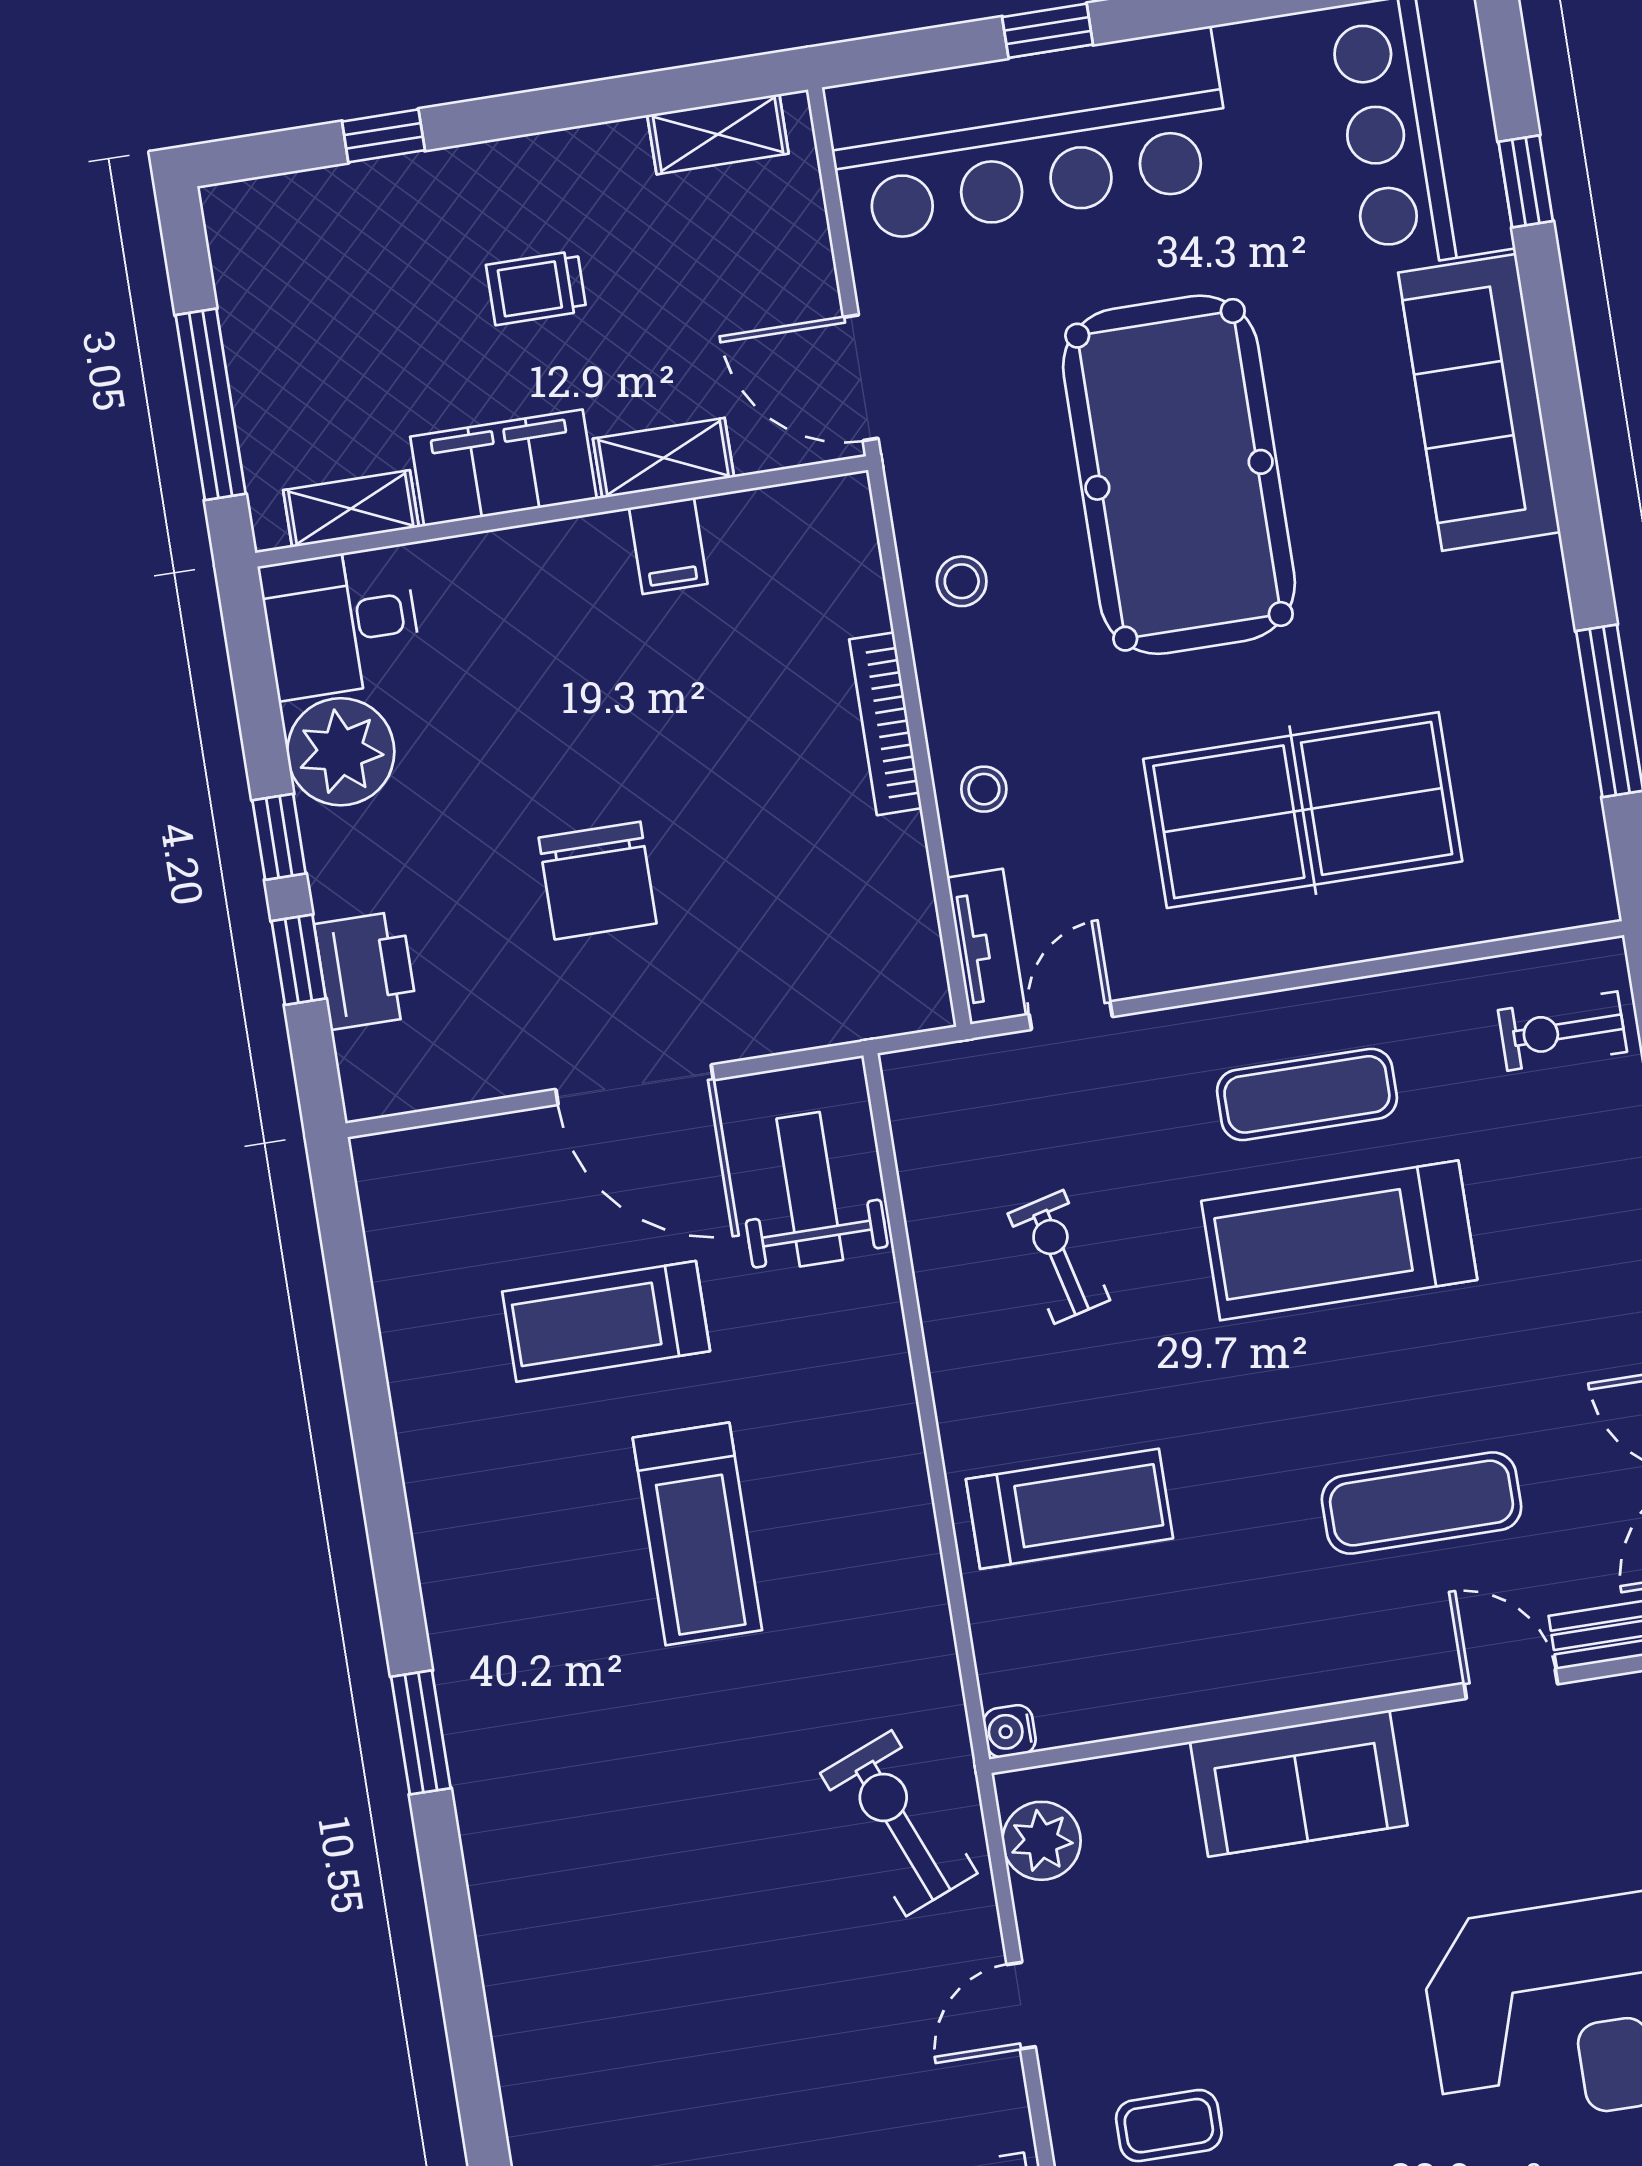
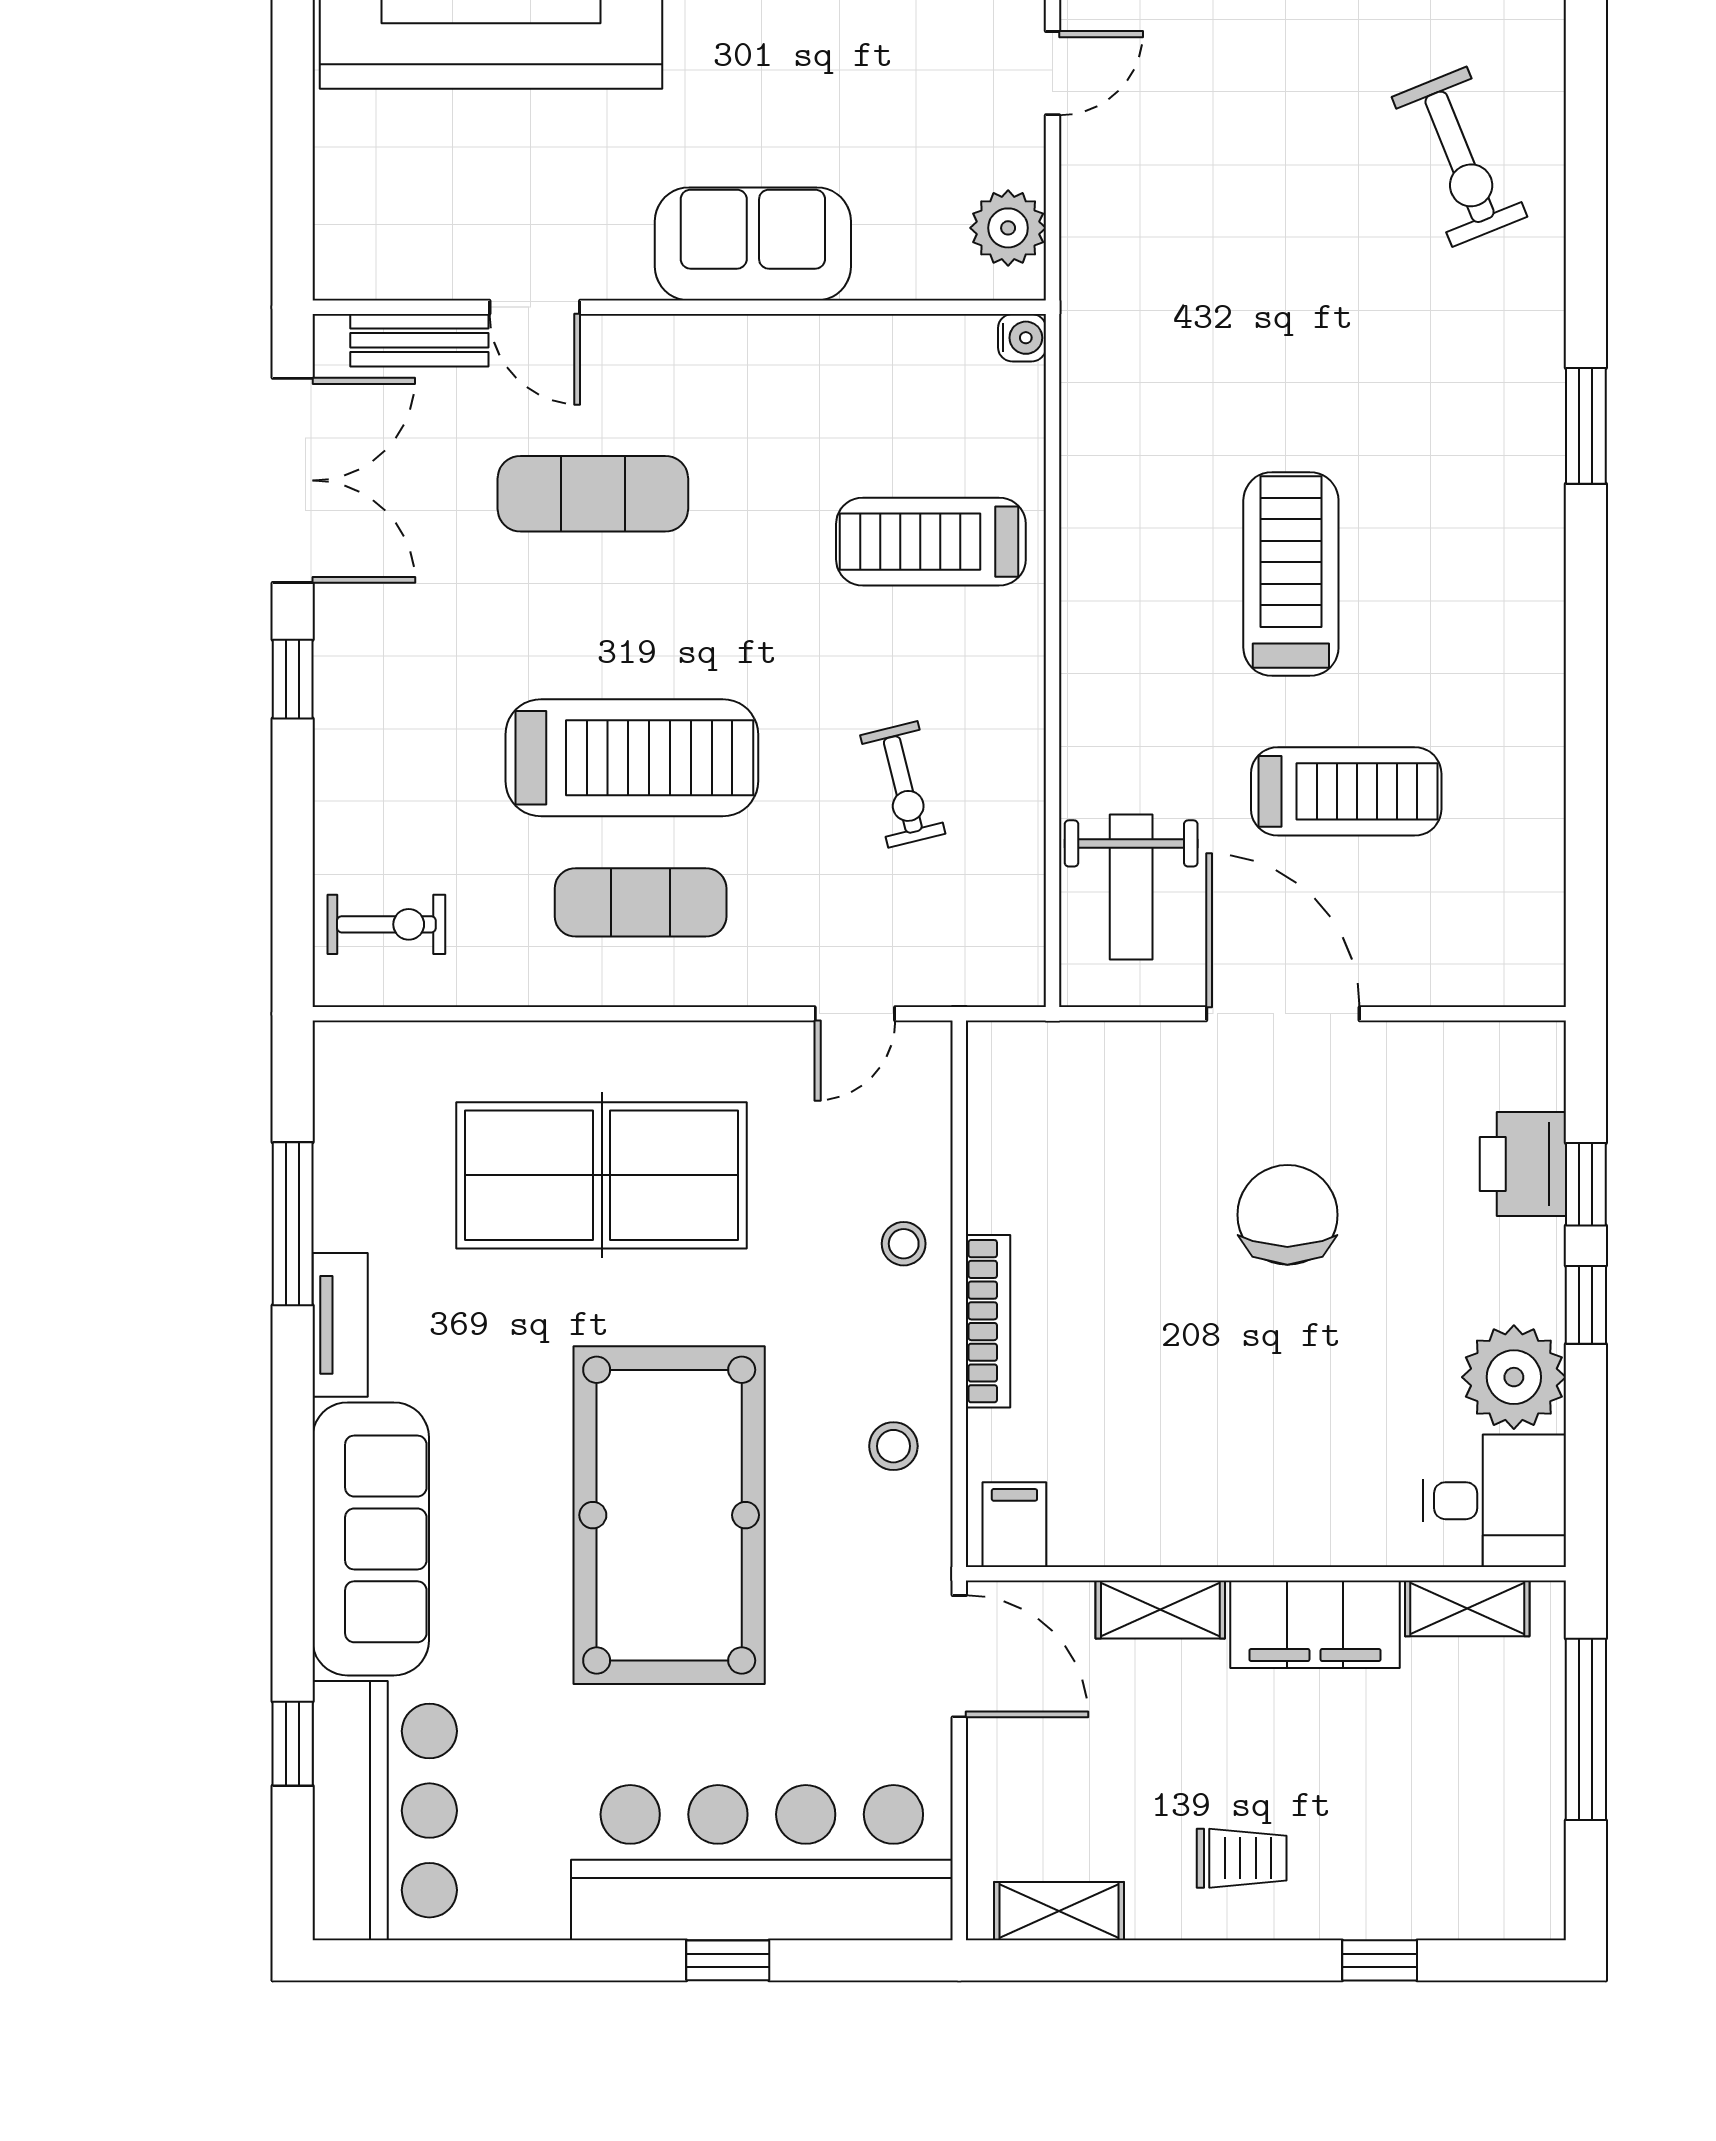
trolley: (536, 288) -> (1242, 1858), moved
filing cabinet: (668, 546) -> (1014, 1525), moved
tv unit: (987, 947) -> (340, 1325), moved, turned 180
exercise bike: (899, 1823) -> (1460, 157), moved

